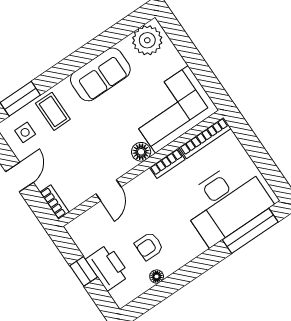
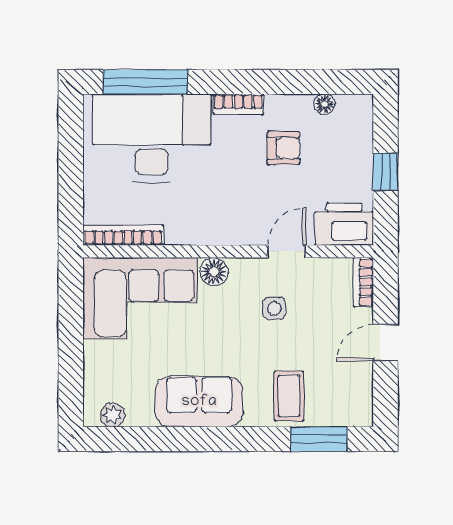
plant: (147, 40) -> (112, 415), width x0.53, depth x0.53
side table: (25, 132) -> (274, 308), moved
bookcase: (167, 163) -> (238, 104), moved, turned 180
printer: (108, 267) -> (344, 224), moved, turned 90
floor lamp: (157, 277) -> (325, 104), moved

